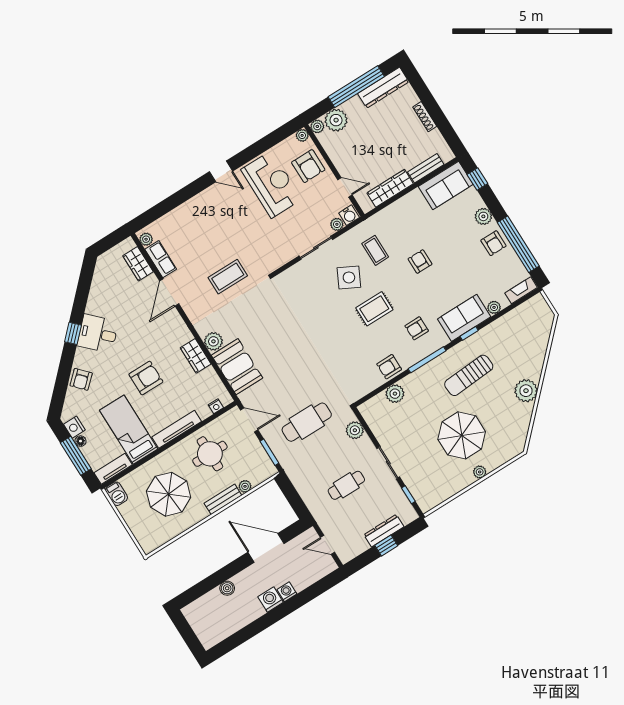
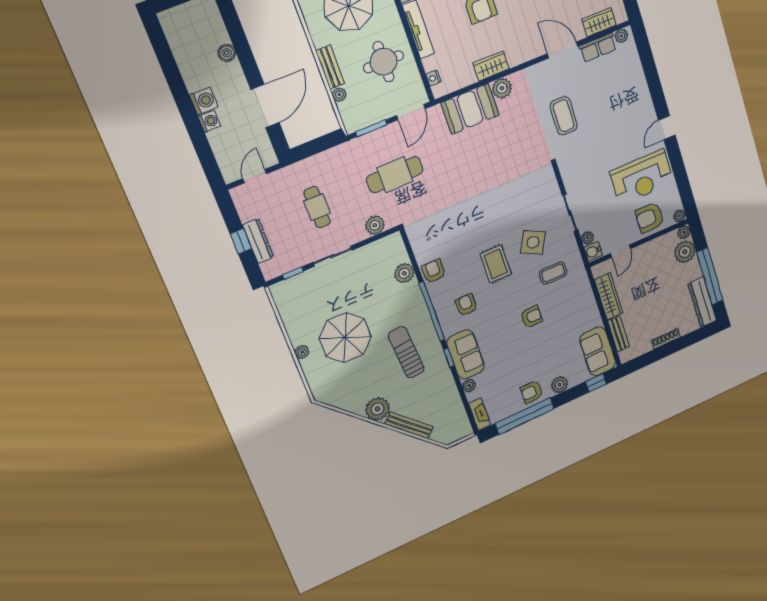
bench: (539, 357) -> (409, 425), added
window: (427, 360) -> (432, 311), width x1.46
cafe table: (307, 422) -> (395, 175), turned 90

